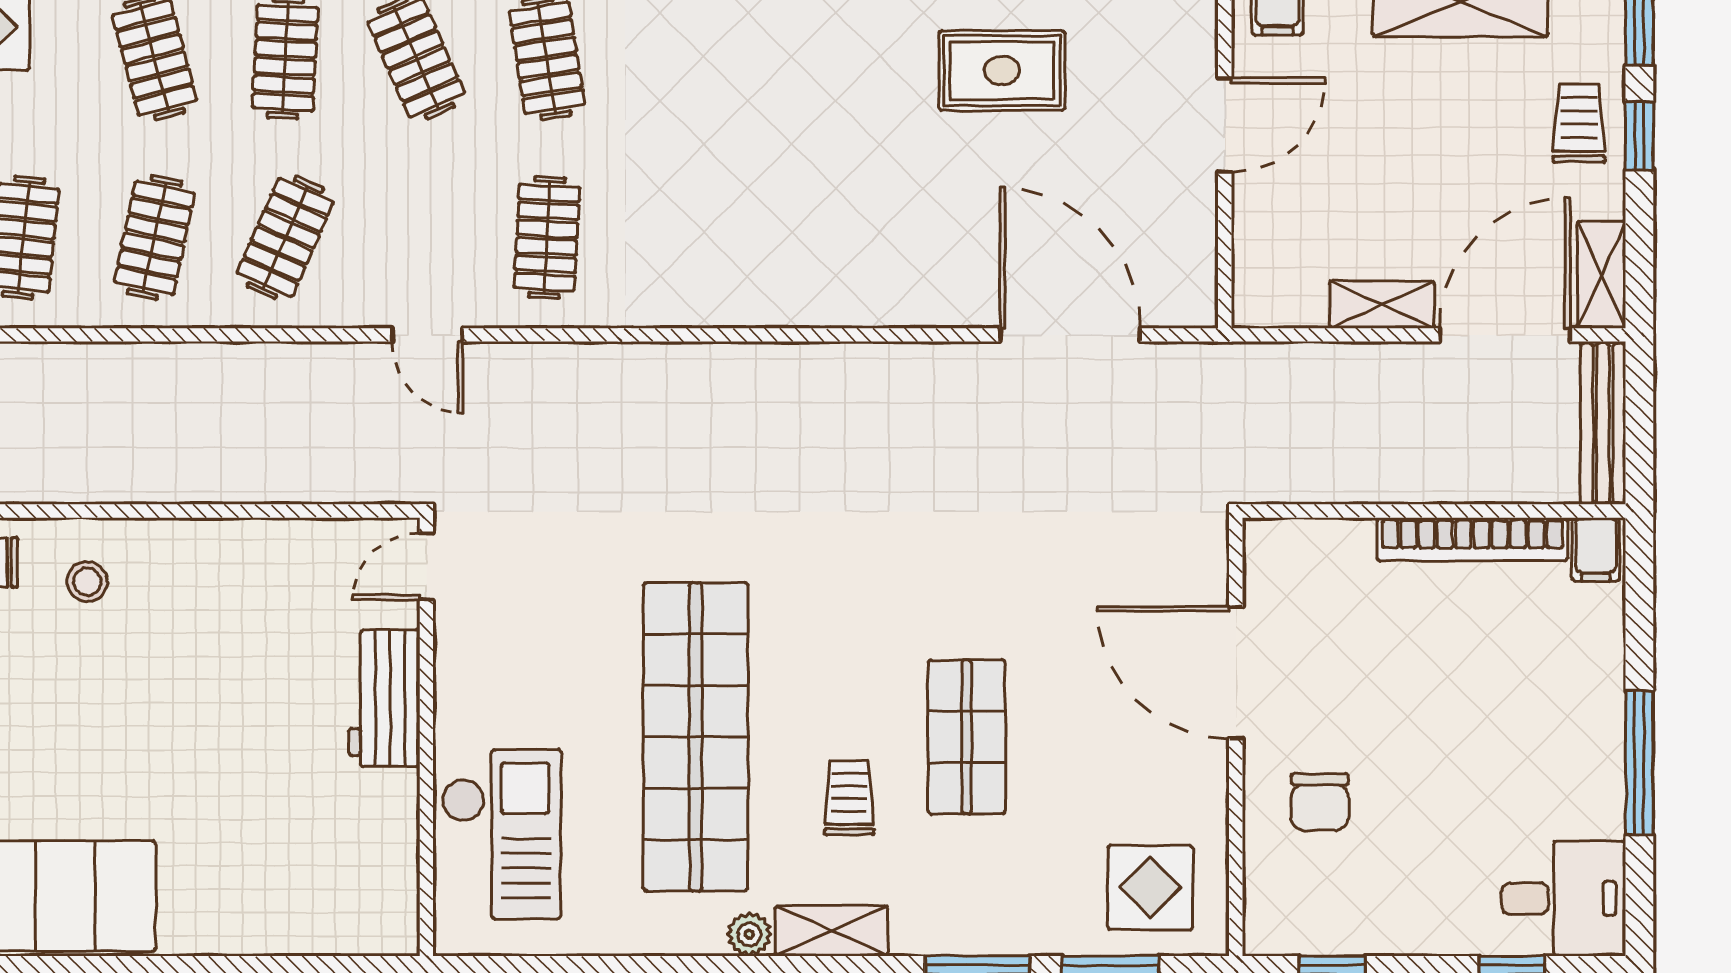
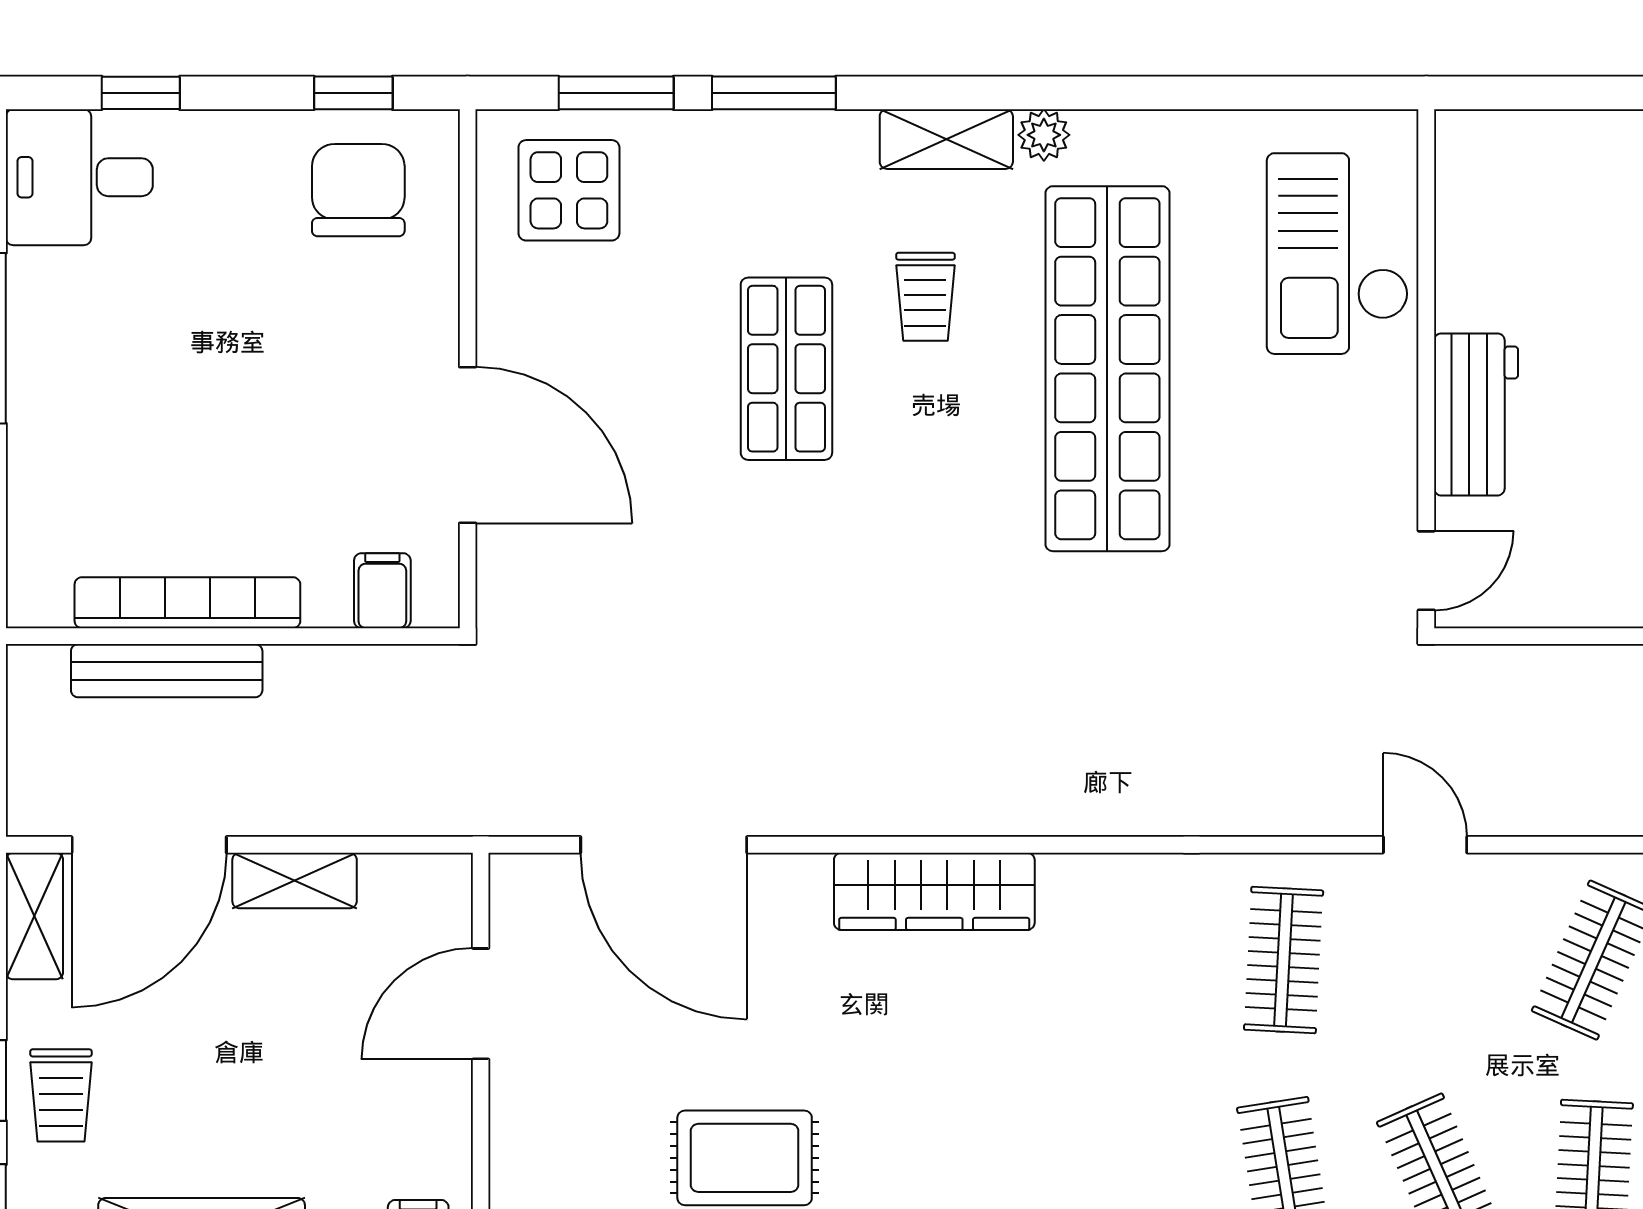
door: (1225, 125) -> (481, 1004), moved
wardrobe: (842, 296) -> (934, 891), added
bench: (1603, 424) -> (167, 671), moved, turned 90
filing cabinet: (1596, 549) -> (382, 591), moved
chair: (1320, 802) -> (358, 190), moved, width x1.37, depth x1.37

